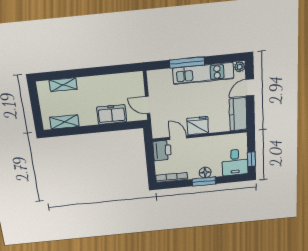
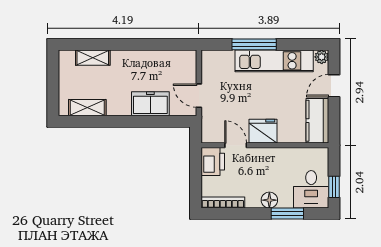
window: (204, 181) -> (287, 214), moved

